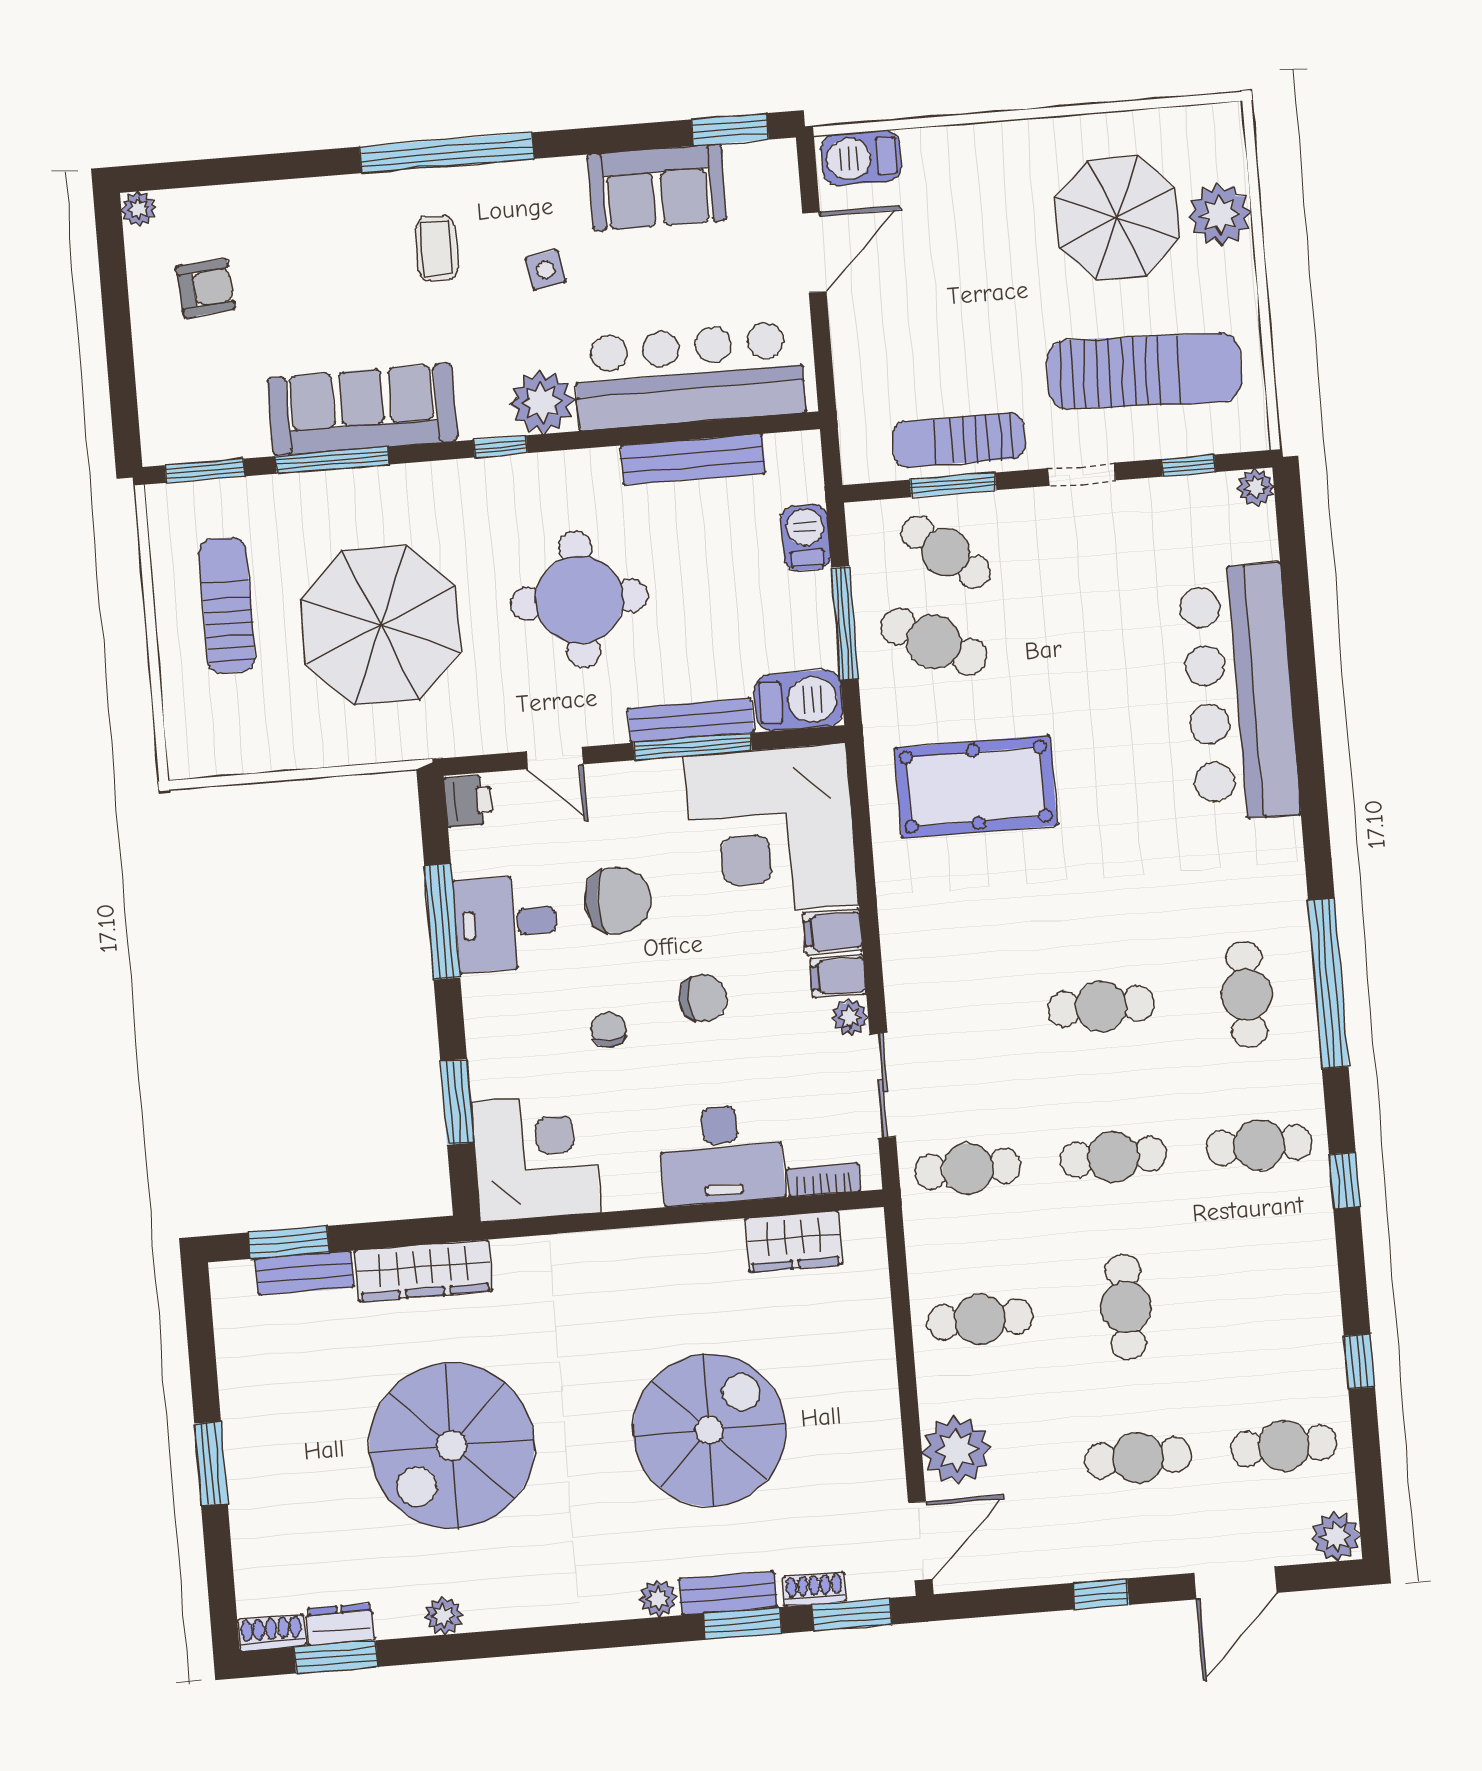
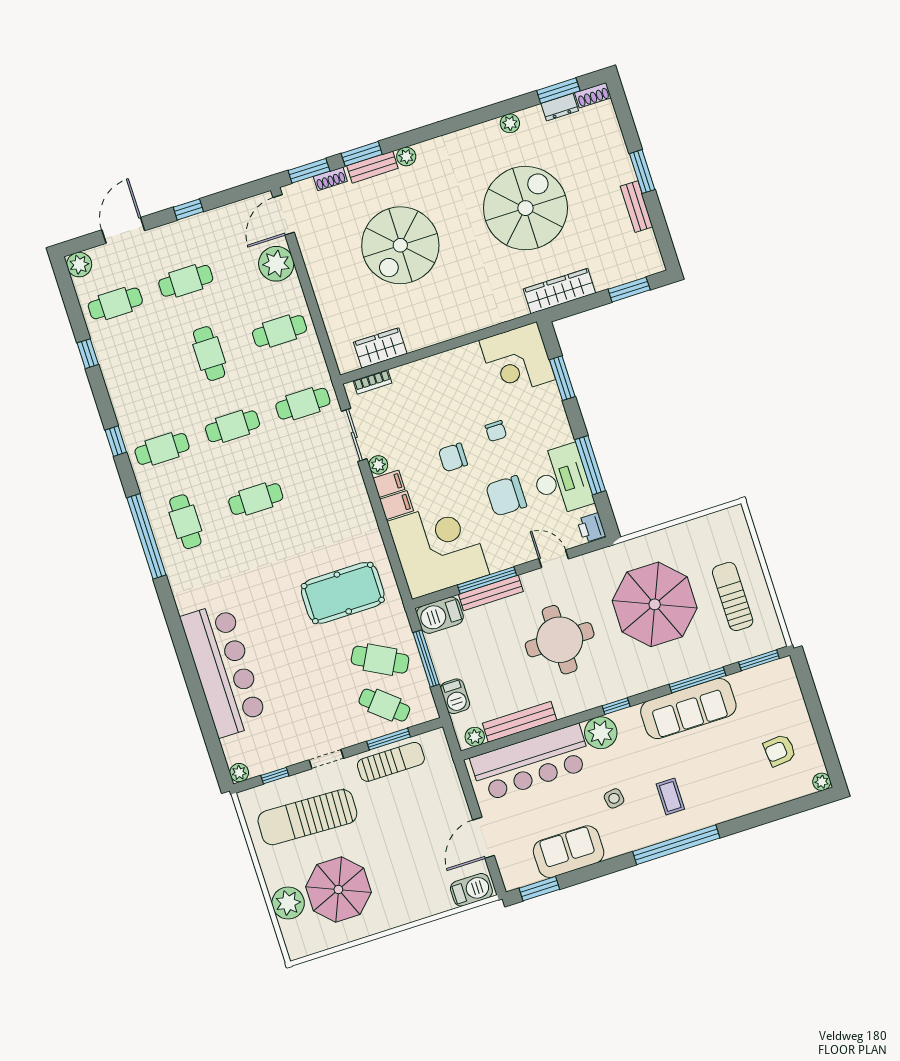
plant: (786, 451) -> (475, 737), added
sun lounger: (227, 605) -> (733, 596), turned 180
desk: (506, 923) -> (561, 480), width x1.37
desk: (722, 1155) -> (426, 382), removed
bench: (305, 1273) -> (636, 207), moved, turned 90

